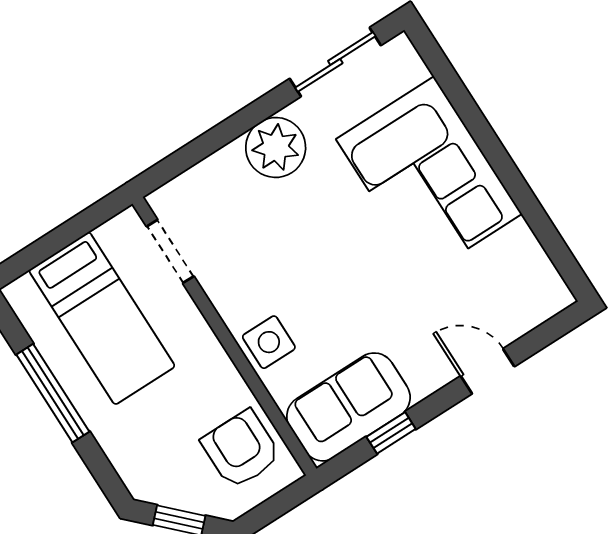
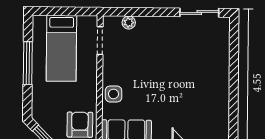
plant: (276, 147) -> (129, 23), moved, width x0.53, depth x0.53
corner sofa: (429, 176) -> (206, 73), removed

